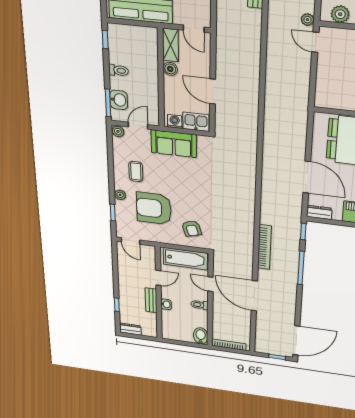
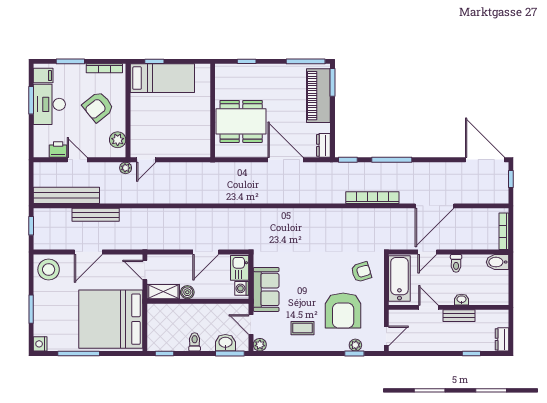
door: (194, 29) -> (145, 270), swing flipped
door: (307, 177) -> (286, 160), hinge flipped
plant: (120, 195) -> (355, 345), moved

